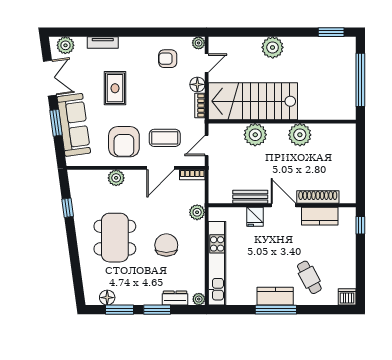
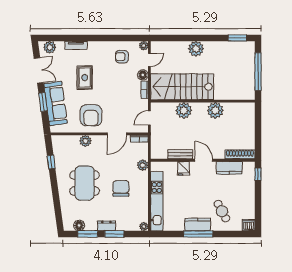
coffee table: (165, 138) -> (120, 113), removed
shoe rack: (318, 197) -> (240, 154), moved
dresser: (175, 298) -> (106, 226), moved

